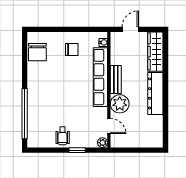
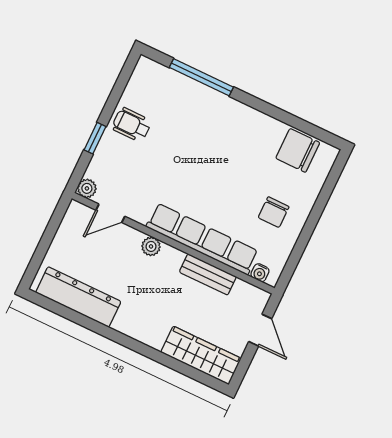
bench: (116, 79) -> (208, 274), moved
dresser: (155, 93) -> (78, 297), moved
plant: (120, 104) -> (151, 246), width x0.53, depth x0.53
window: (25, 114) -> (201, 77), width x0.68

